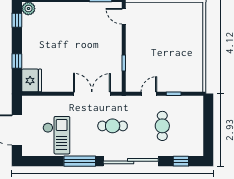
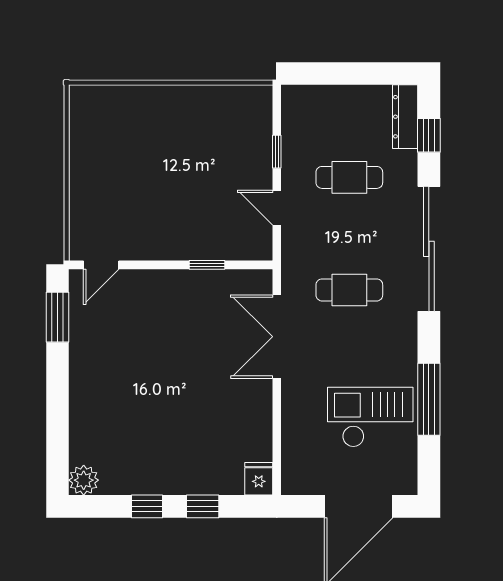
window: (17, 20) -> (147, 506), moved
fridge: (32, 80) -> (259, 479), width x0.53, depth x0.75
cafe table: (113, 126) -> (349, 290), turned 90
dresser: (189, 151) -> (405, 117), added
window: (80, 161) -> (429, 399), moved

